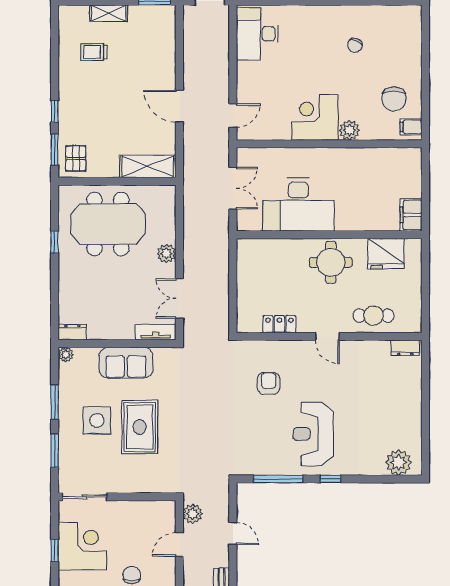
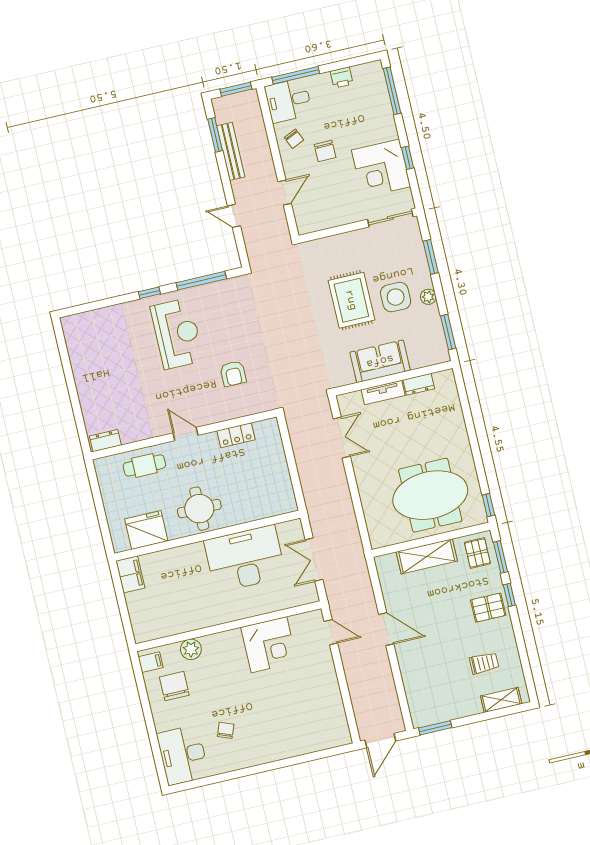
shelving: (109, 13) -> (501, 700), moved
desk: (257, 34) -> (183, 755), moved, turned 180
pallet: (78, 104) -> (488, 608), added
door: (233, 116) -> (331, 632), swing flipped
corner desk: (315, 117) -> (269, 645), moved
plant: (349, 130) -> (191, 649), moved
shelving: (148, 166) -> (427, 556), moved
window: (55, 242) -> (488, 505), moved
plant: (166, 253) -> (365, 479), removed
dresser: (72, 332) -> (419, 384), moved
tv unit: (156, 332) -> (383, 392), moved
plant: (66, 355) -> (428, 297), moved
window: (55, 402) -> (448, 332), moved
plant: (399, 462) -> (85, 325), removed
plant: (193, 514) -> (279, 226), removed

